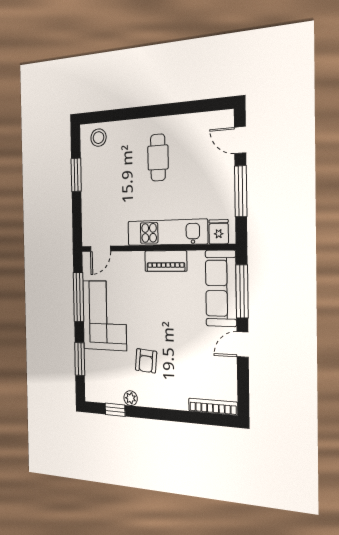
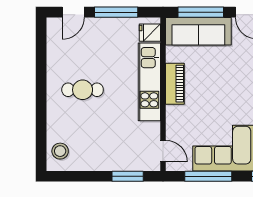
window: (76, 175) -> (128, 176), moved

